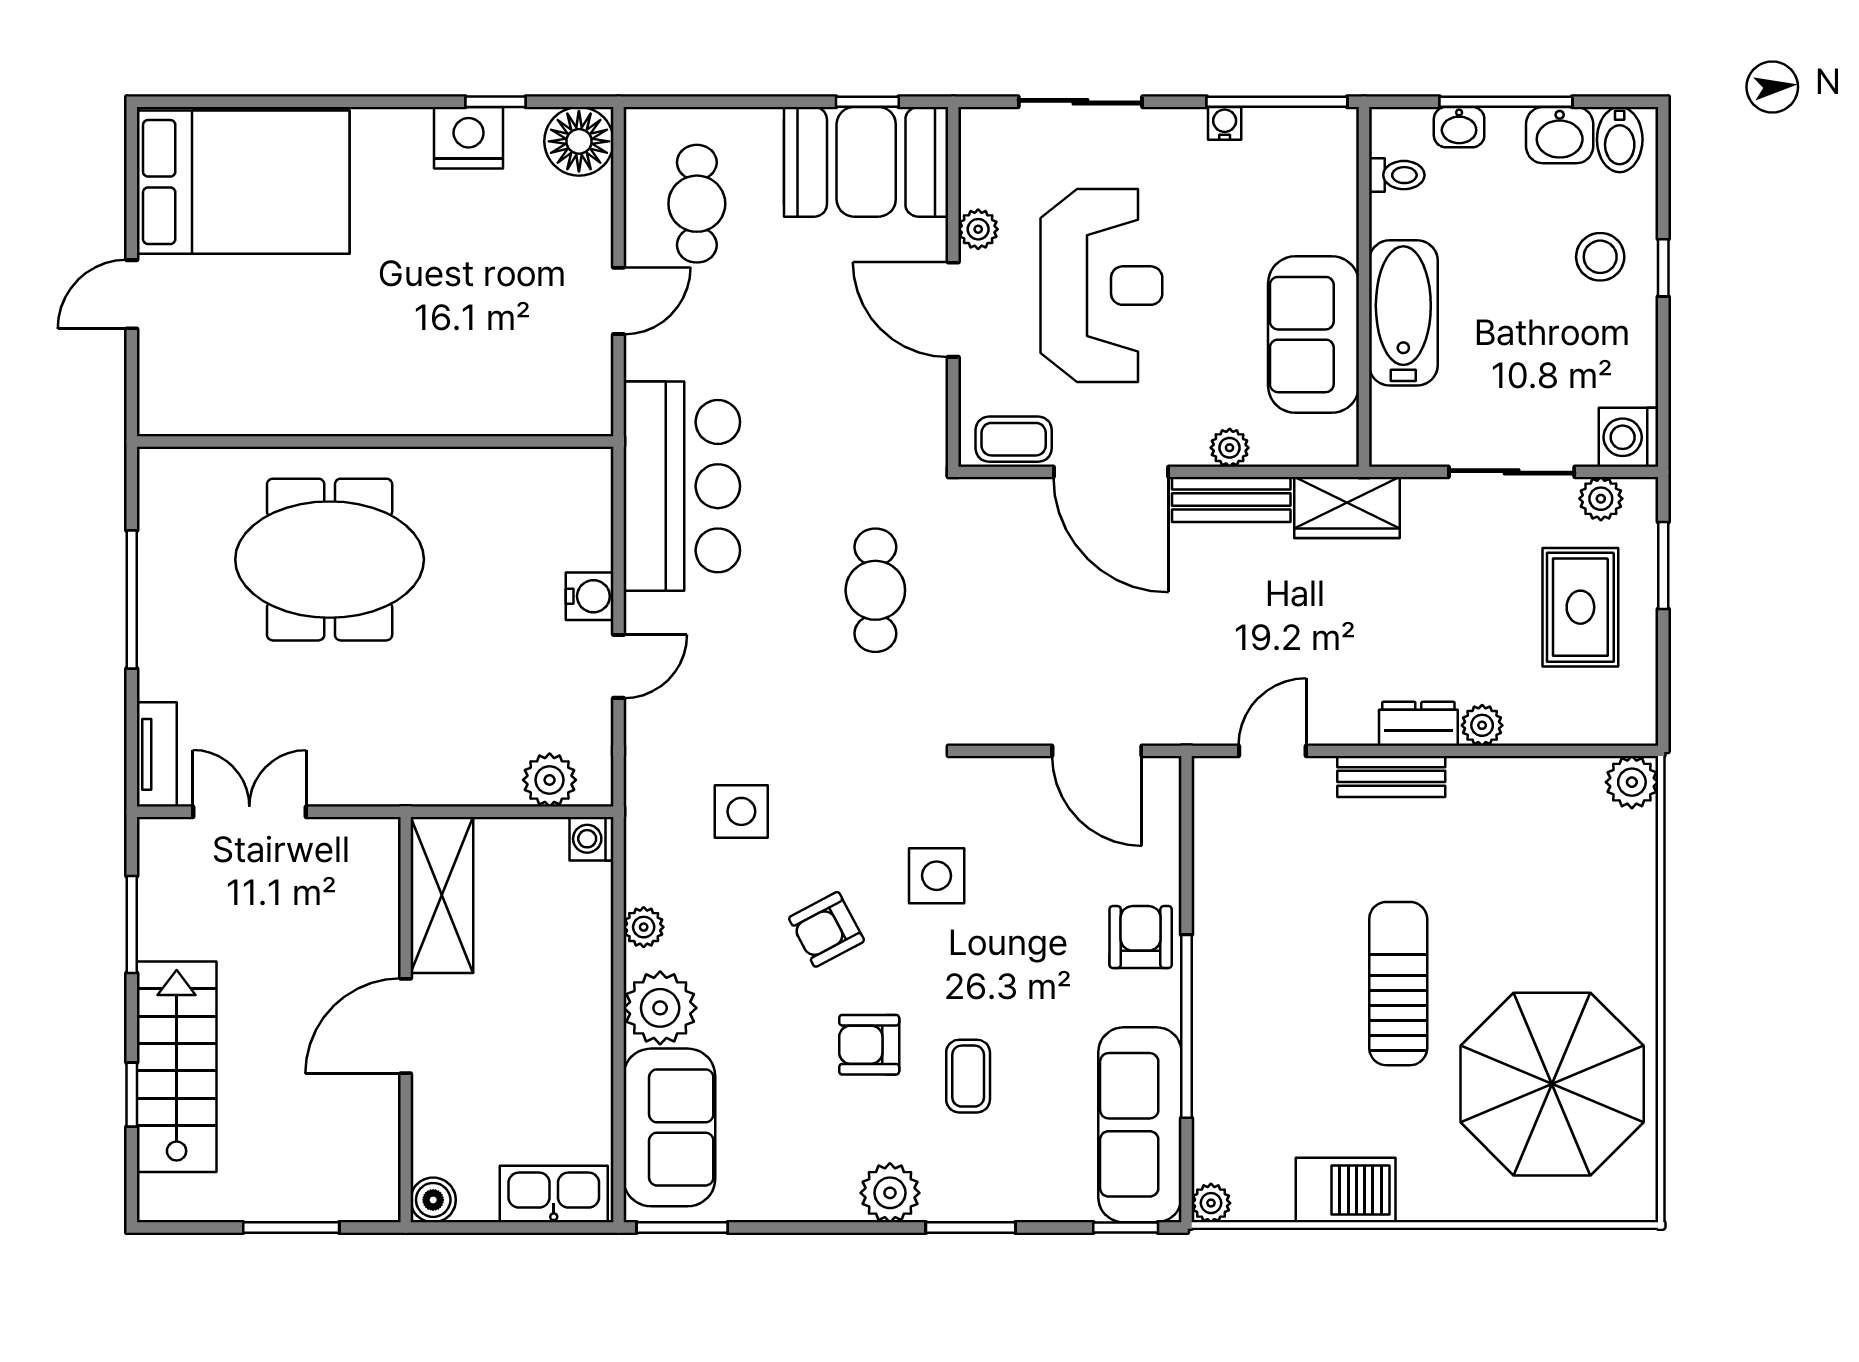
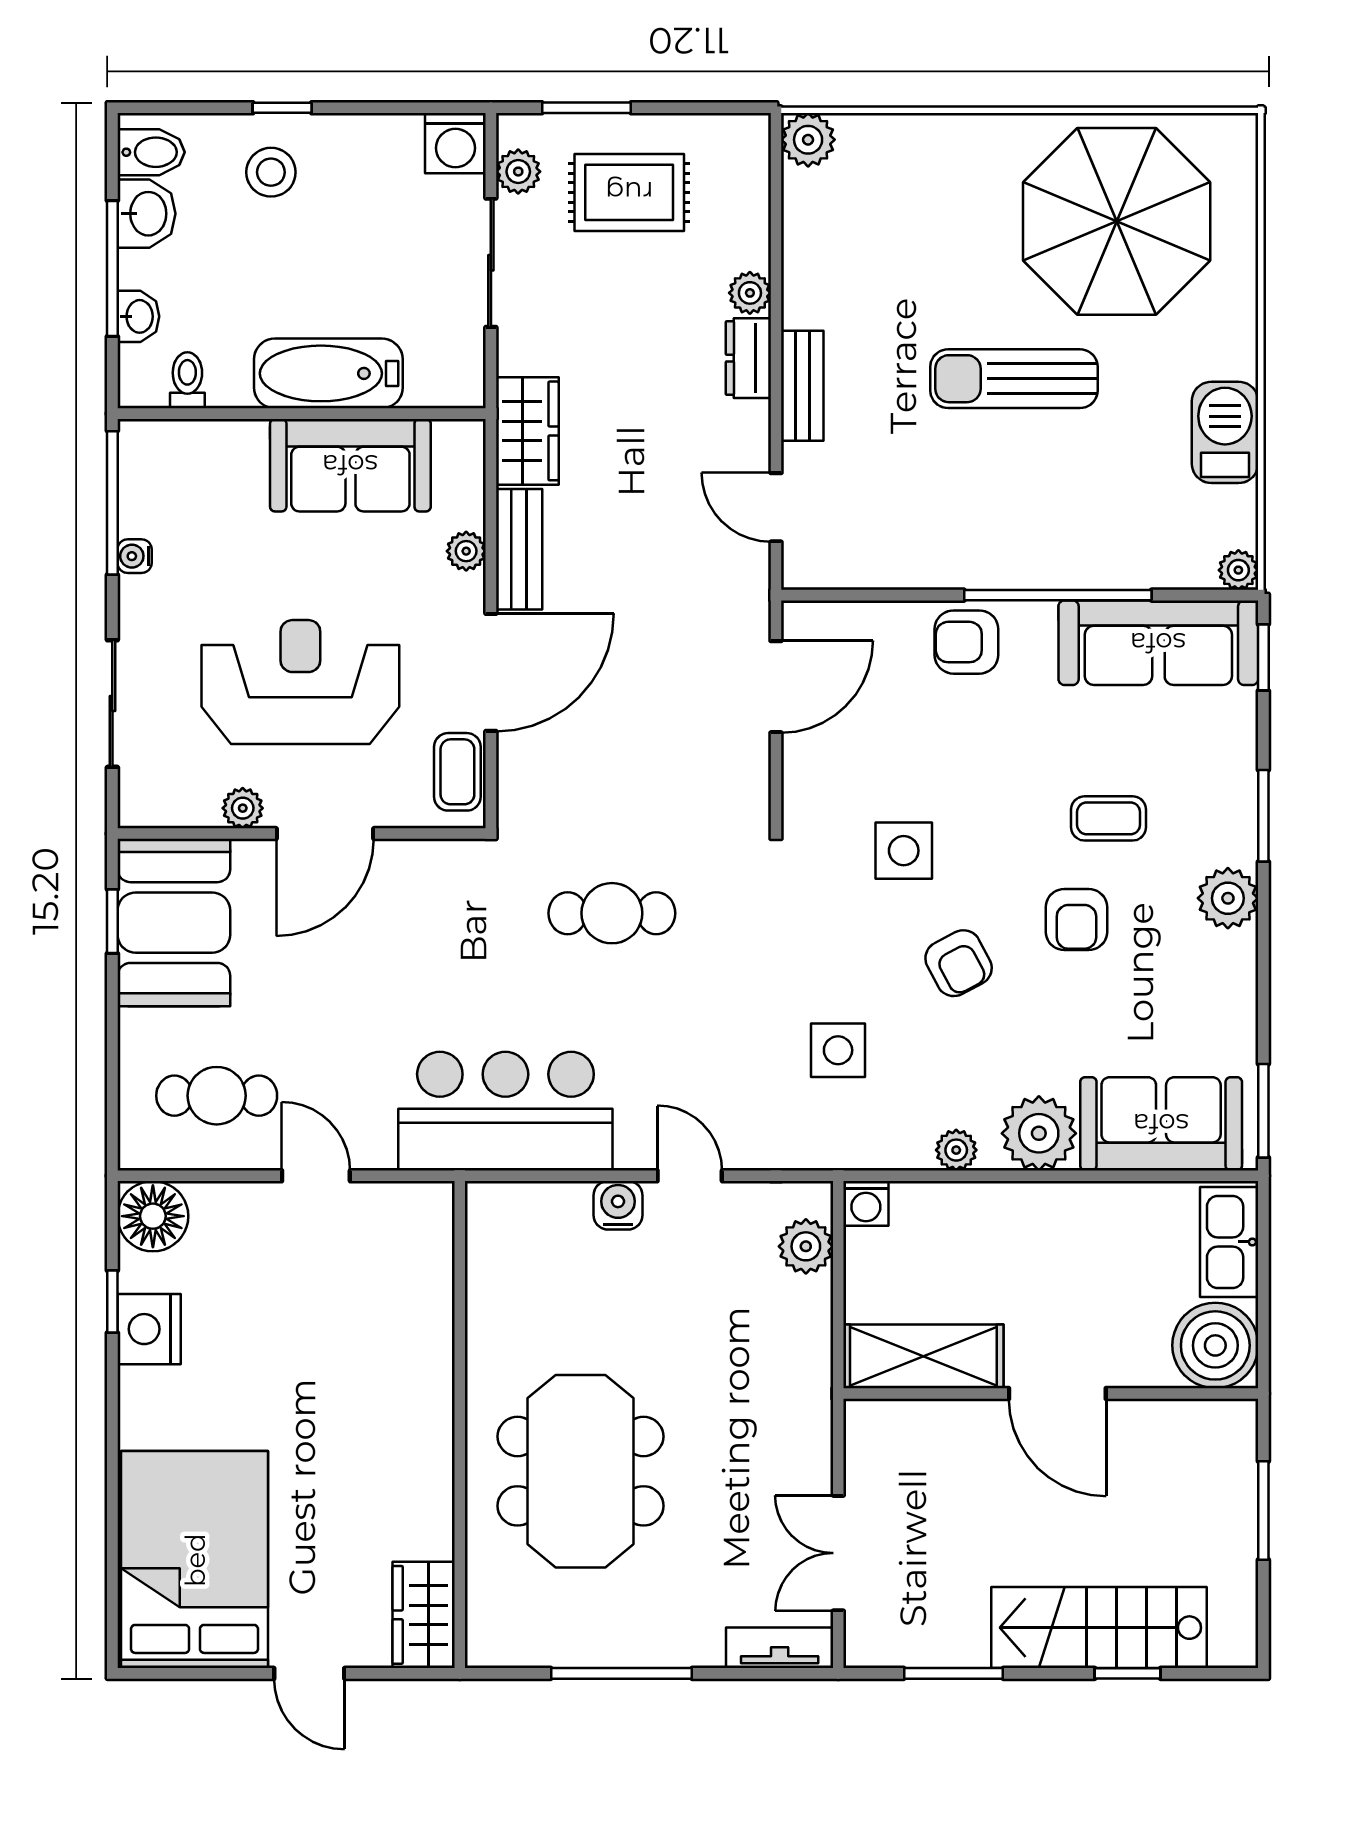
wardrobe: (189, 406) -> (424, 1615), added
boiler: (433, 1200) -> (1215, 1345), width x1.86, depth x1.86

